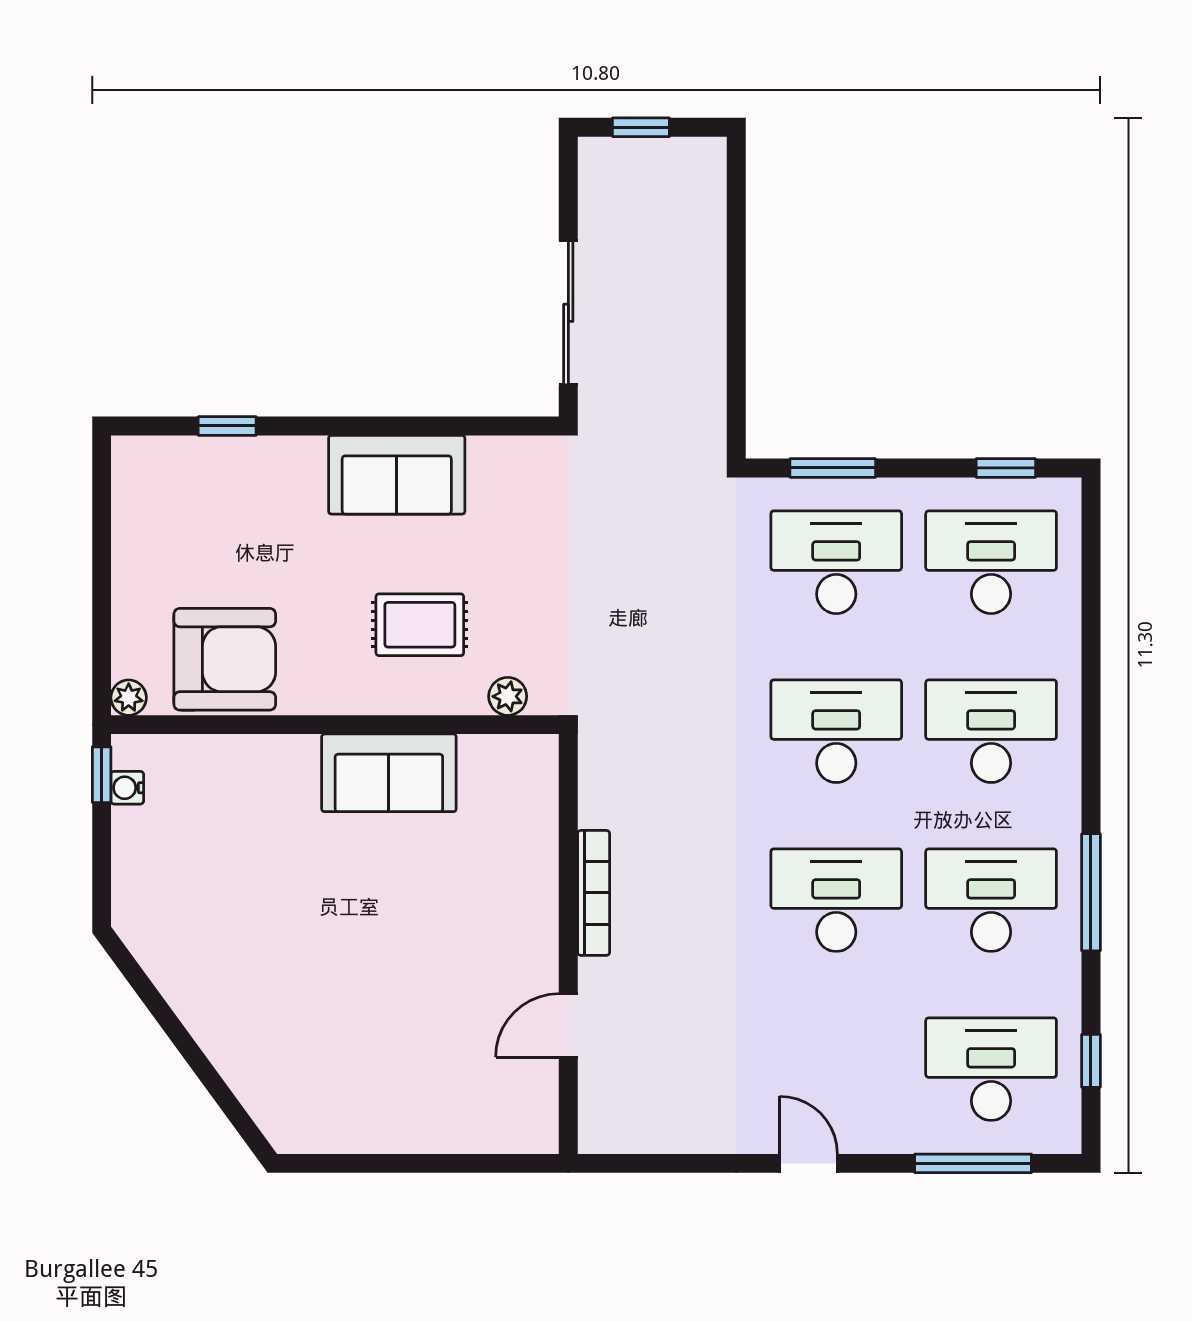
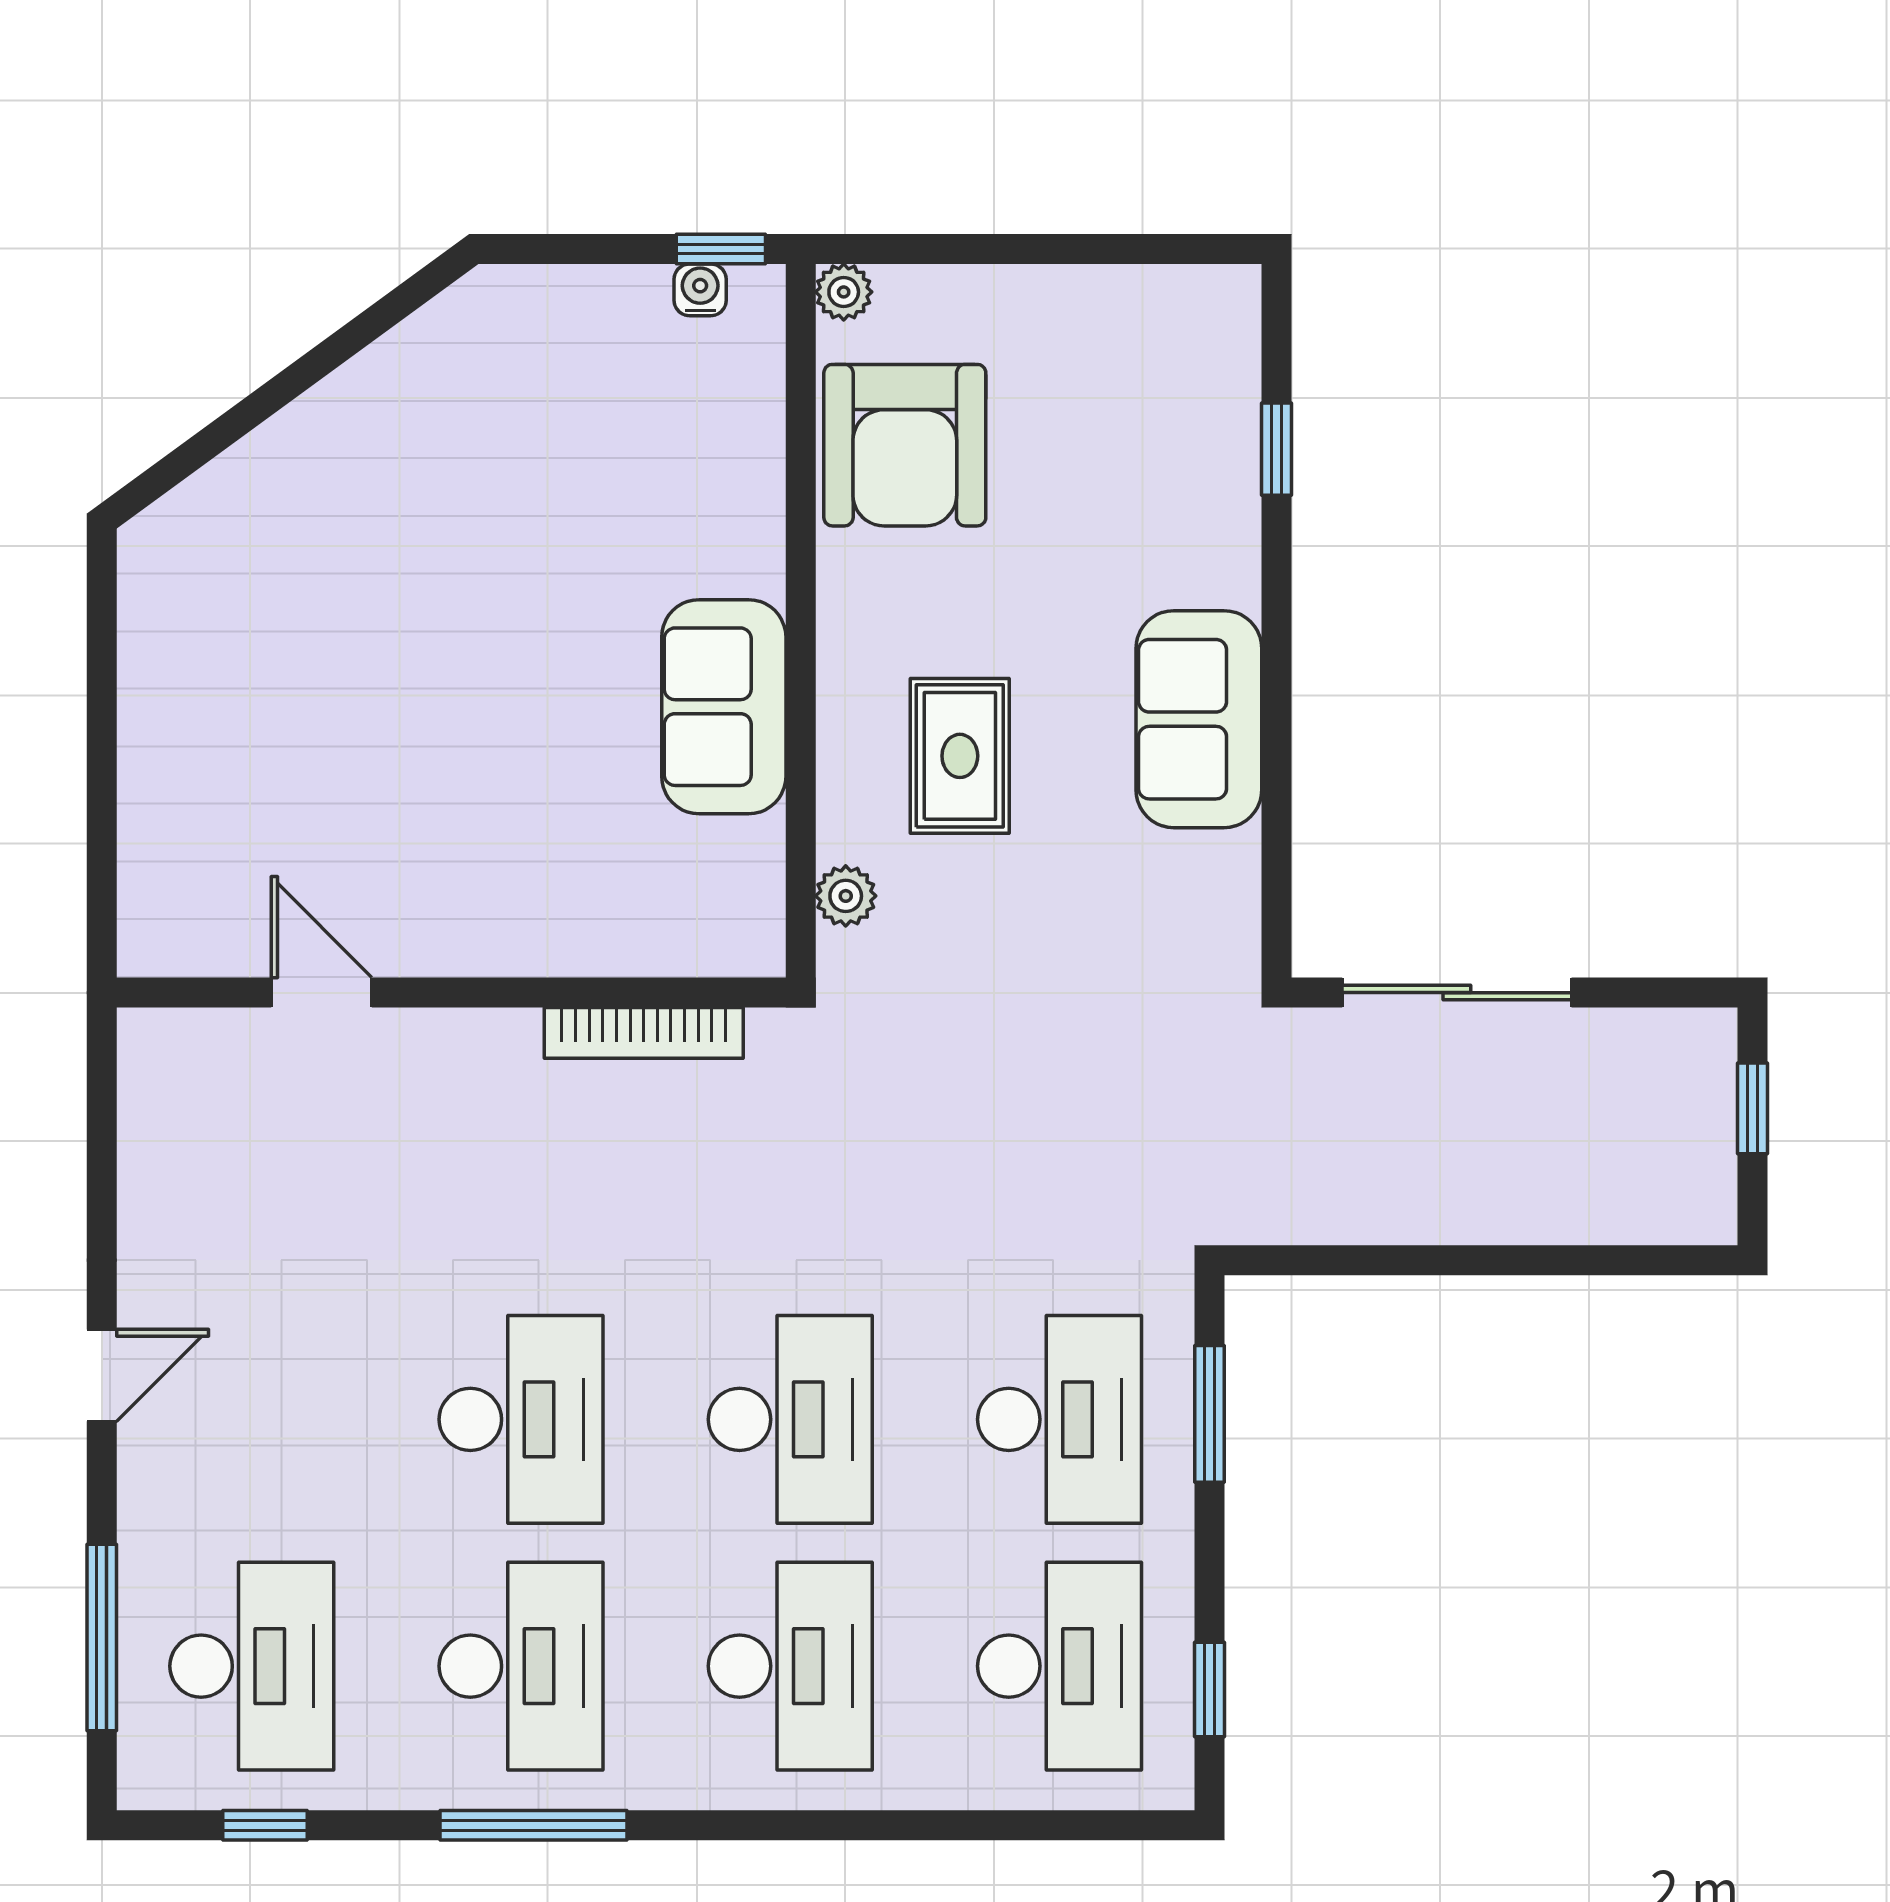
bookcase: (594, 893) -> (644, 1033), moved

